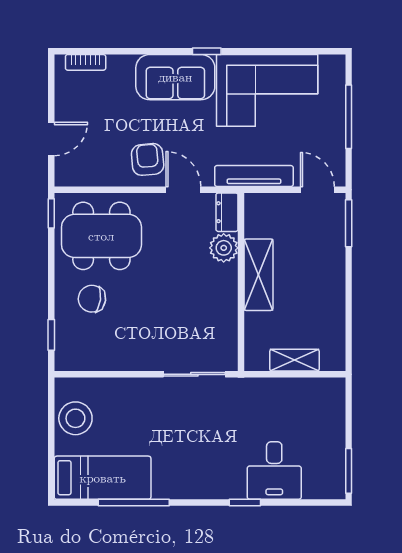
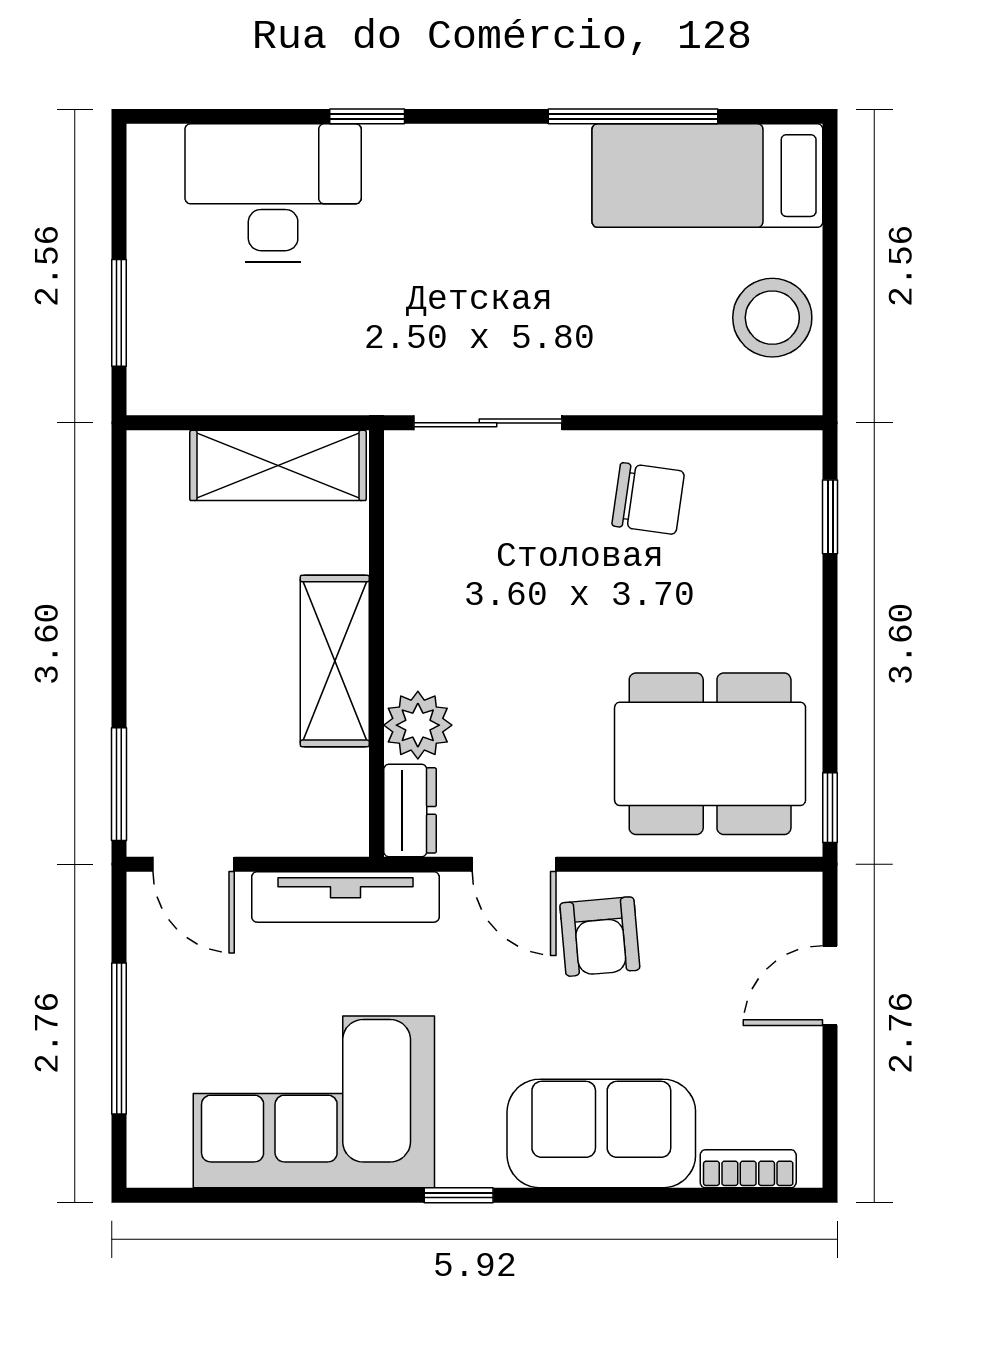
sofa: (175, 77) -> (601, 1133), moved
chair: (92, 299) -> (648, 499), moved
shelving: (294, 360) -> (278, 465), width x1.50, depth x1.33
desk: (274, 470) -> (273, 193), width x1.37
window: (349, 471) -> (119, 313), moved

